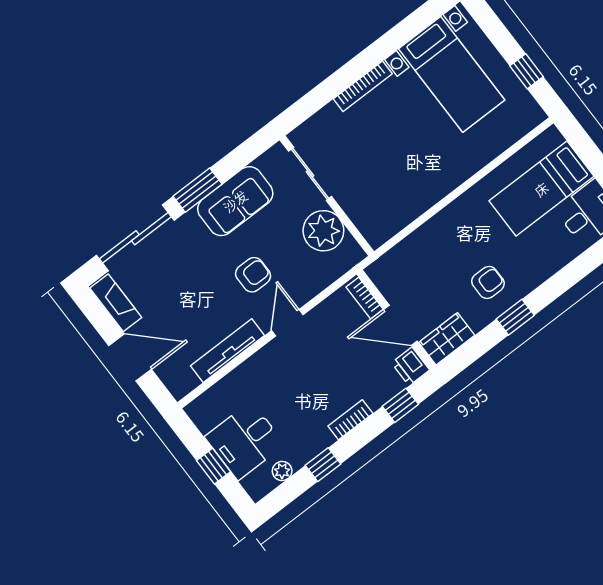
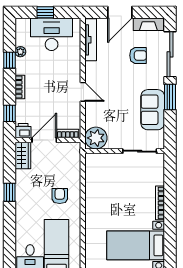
plant: (323, 231) -> (96, 138), moved
armchair: (253, 275) -> (138, 55), moved, turned -90
armchair: (488, 282) -> (60, 196), moved, turned 180
tv unit: (227, 351) -> (91, 40), moved
desk: (245, 441) -> (52, 34), width x1.37
plant: (282, 471) -> (20, 52), moved

